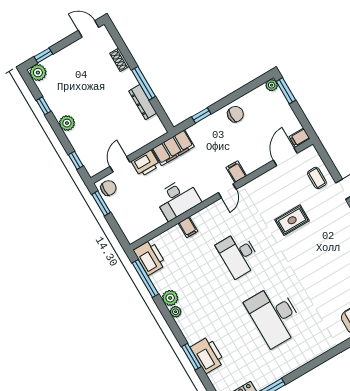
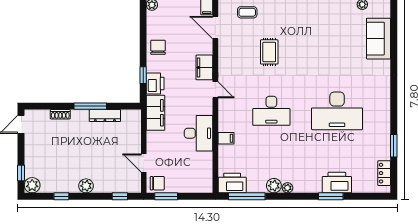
printer: (146, 164) -> (155, 84), moved
filing cabinet: (236, 172) -> (204, 67), width x2.00
chair: (108, 188) -> (157, 183), turned 90

